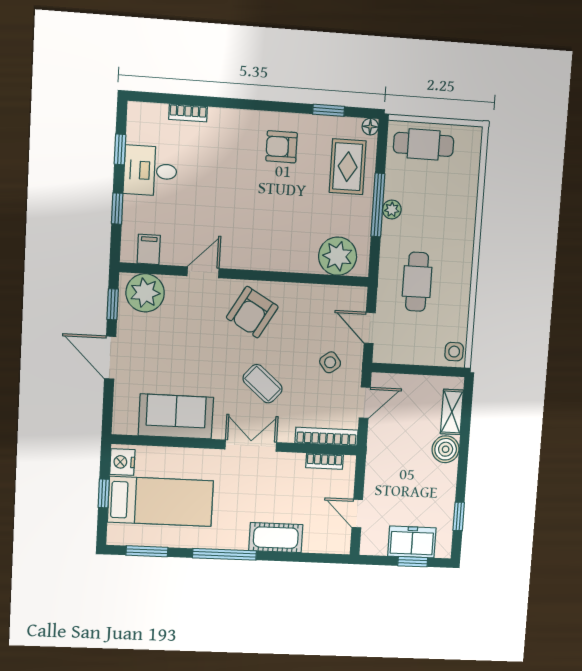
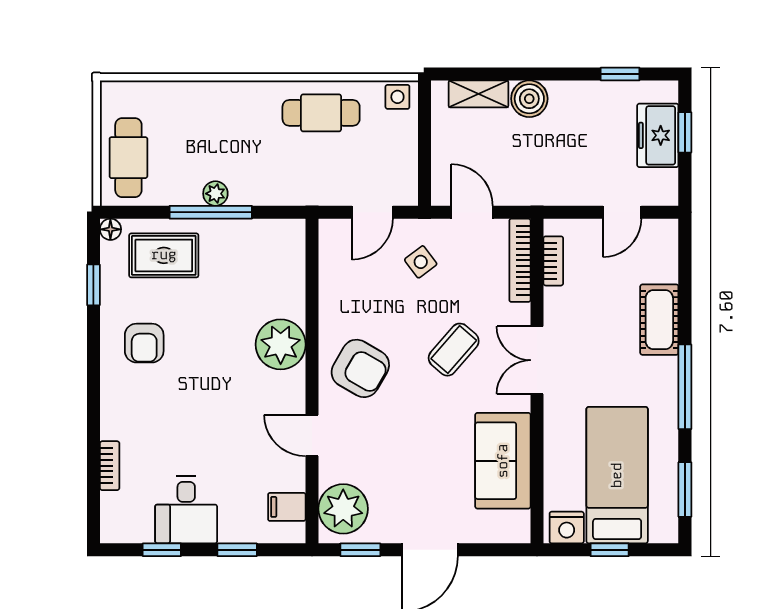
plant: (338, 256) -> (281, 344), moved
cafe table: (417, 282) -> (321, 113), moved

